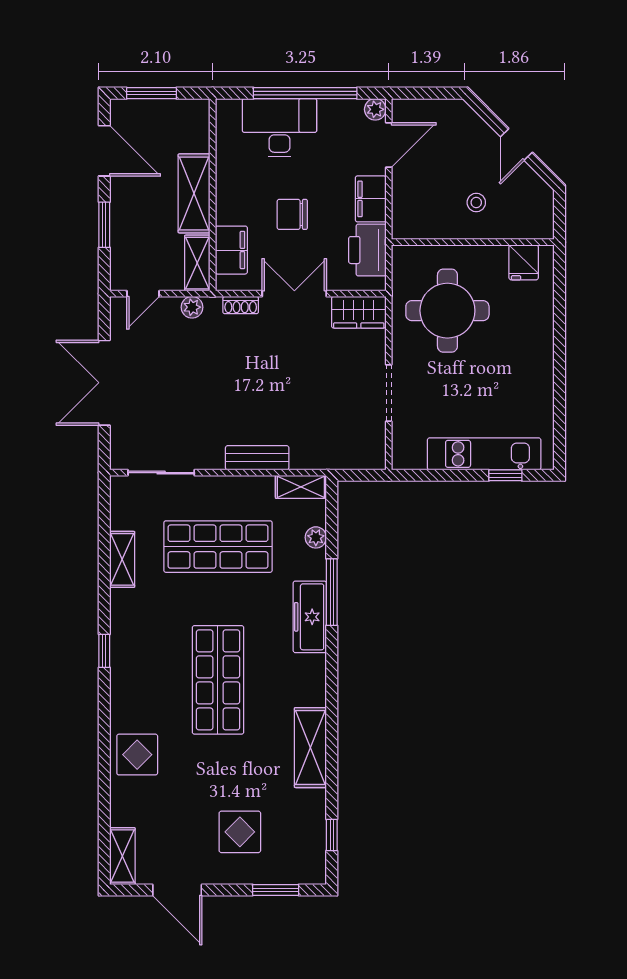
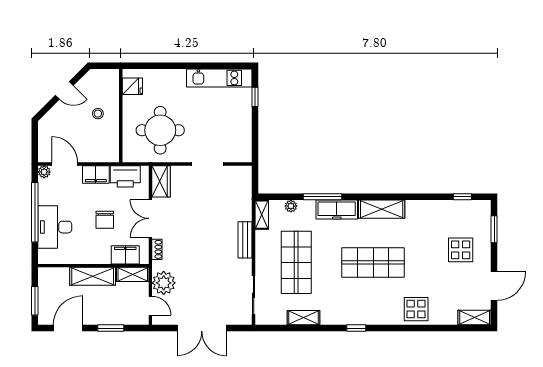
plant: (192, 307) -> (164, 283), width x1.87, depth x1.87
kitchen unit: (484, 454) -> (219, 78), moved, turned -90
shelving: (310, 748) -> (382, 209), moved

